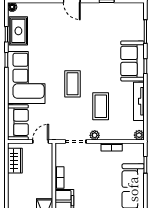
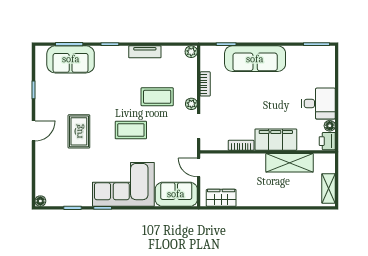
rug: (18, 31) -> (79, 131), moved, turned 90
sofa: (132, 61) -> (71, 59), moved
tv unit: (139, 101) -> (145, 52), width x0.71

